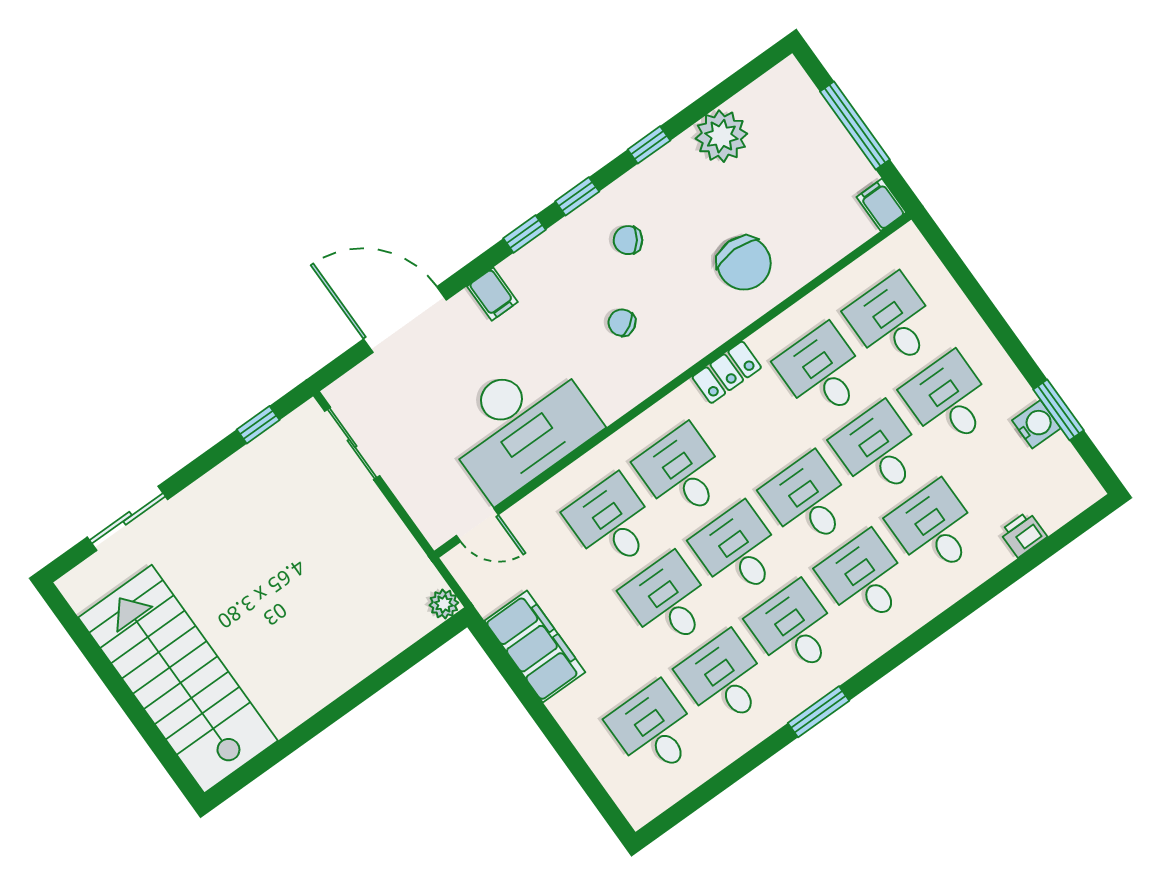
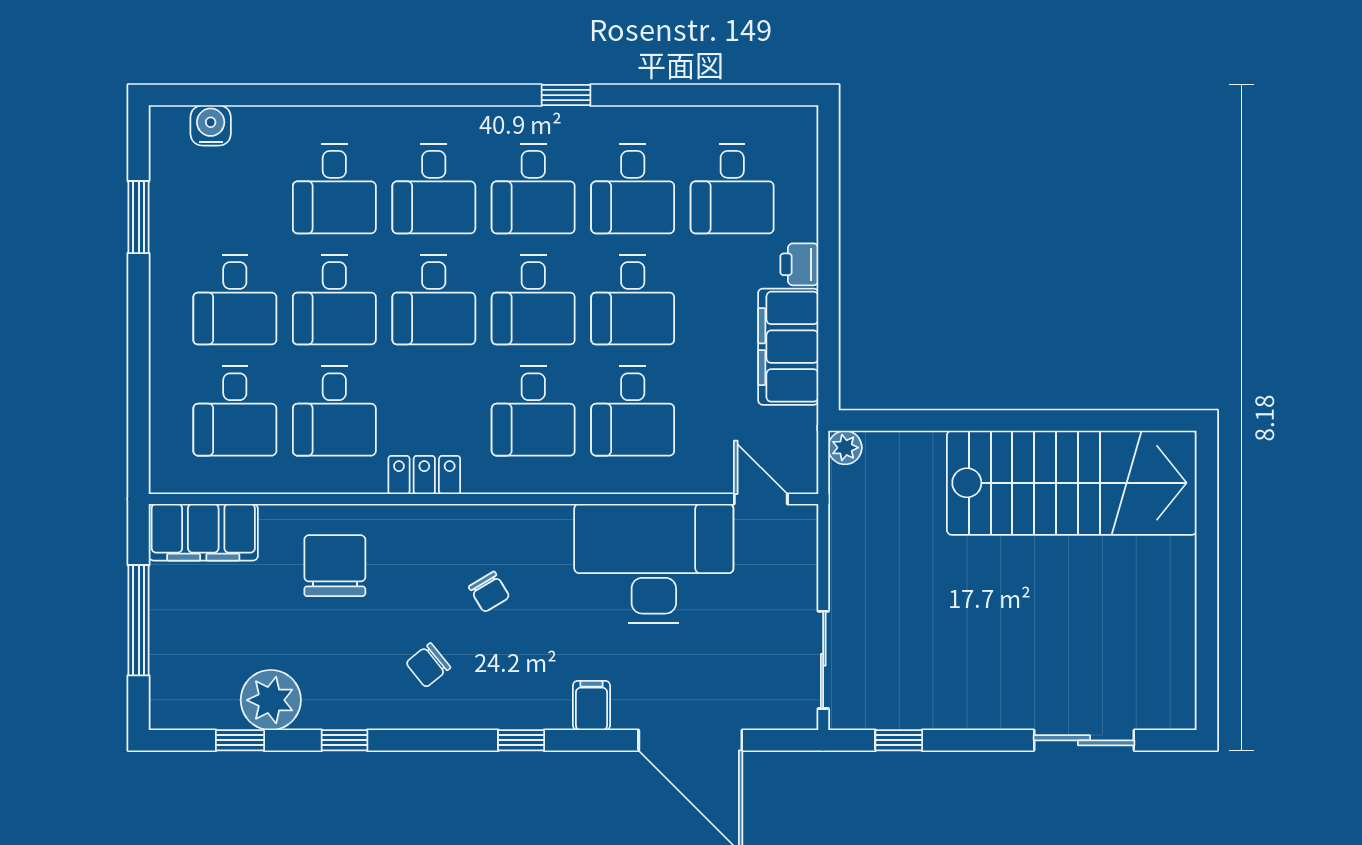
window: (577, 196) -> (240, 740), moved
filing cabinet: (881, 205) -> (203, 532), width x3.00, depth x1.17
chair: (628, 240) -> (428, 665), turned 105
water cooler: (1036, 424) -> (211, 125), moved, turned 90
printer: (1023, 534) -> (799, 264), moved, turned 90
stairs: (178, 679) -> (1072, 483), moved, turned -90
window: (819, 712) -> (566, 95), width x0.67

